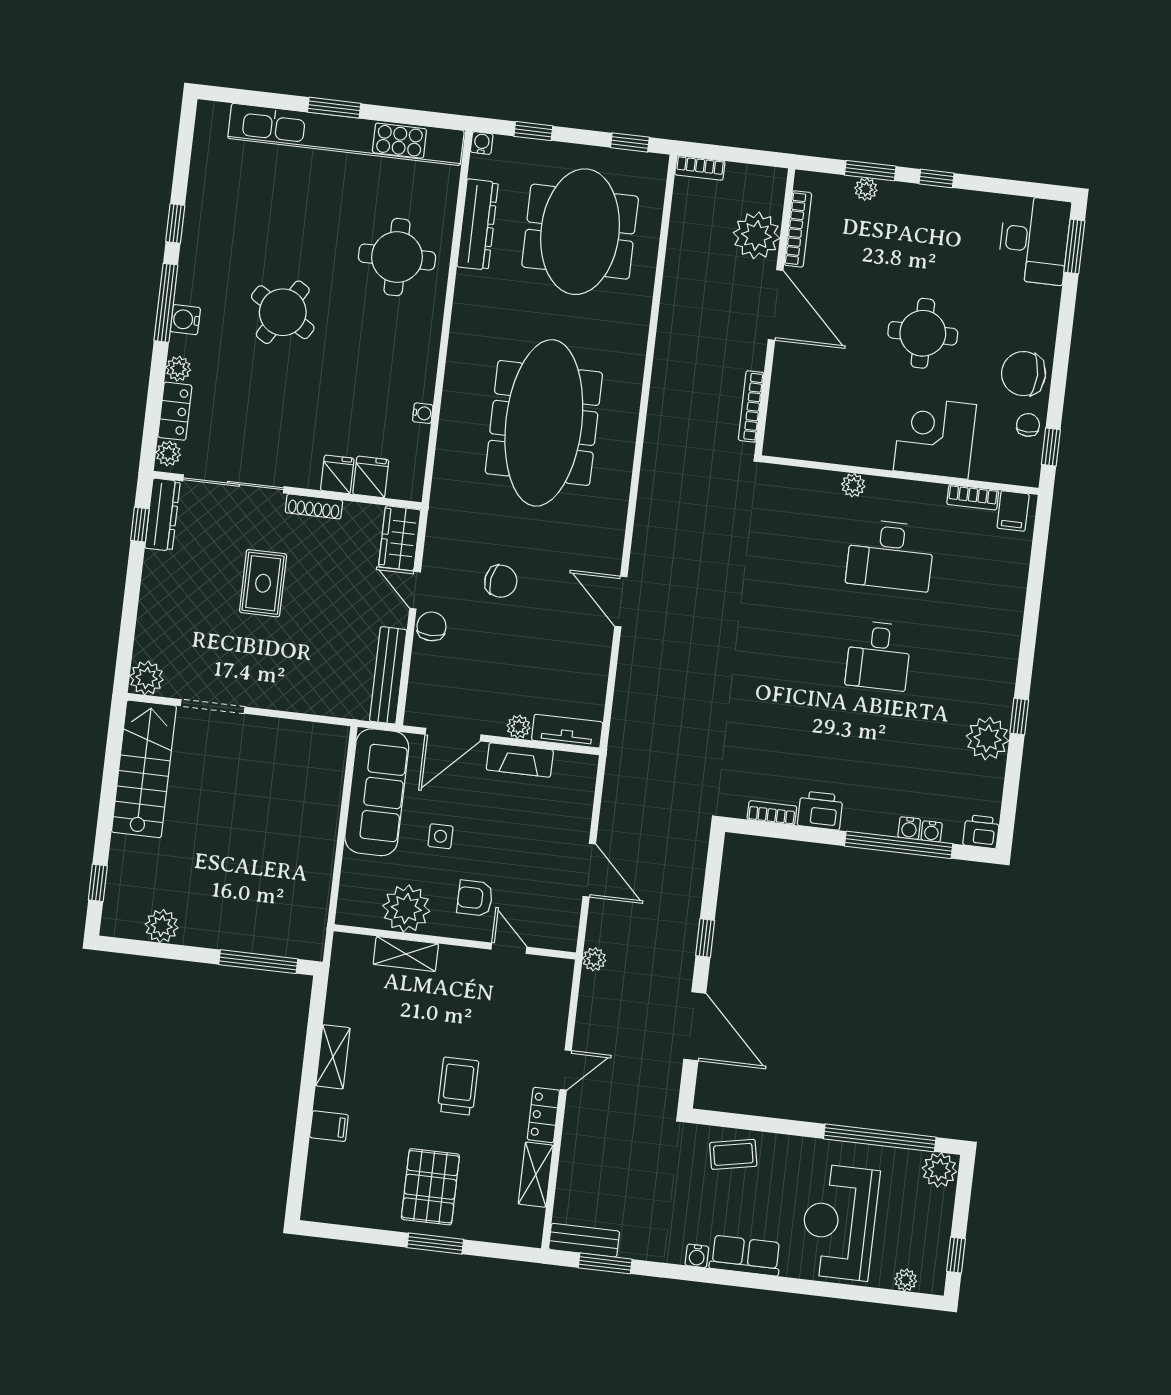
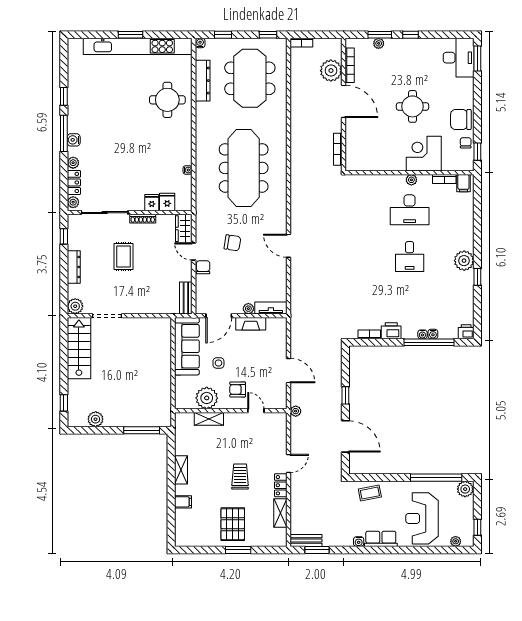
round table: (283, 312) -> (118, 131), removed
plant: (853, 485) -> (411, 180), moved
dresser: (162, 515) -> (74, 267), moved
bench: (388, 675) -> (186, 298), width x0.73
plant: (988, 738) -> (464, 261), moved
water cooler: (932, 831) -> (422, 334), moved

